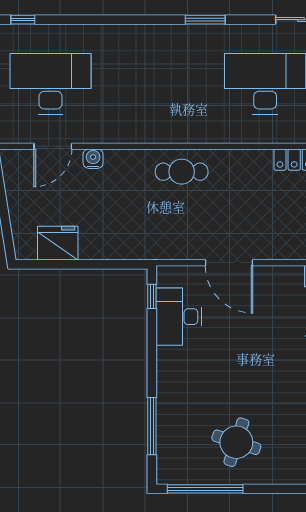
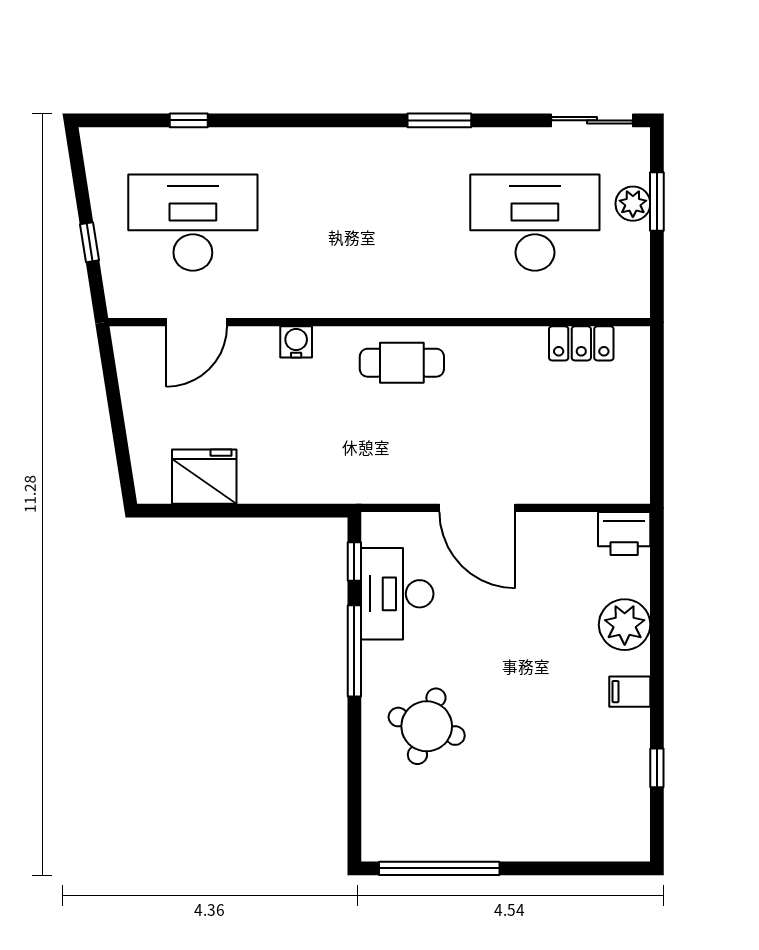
window: (23, 20) -> (189, 120), moved
water cooler: (93, 159) -> (296, 342), moved
window: (152, 426) -> (354, 651), moved
round table: (236, 442) -> (427, 726), moved

